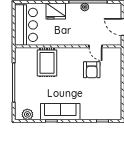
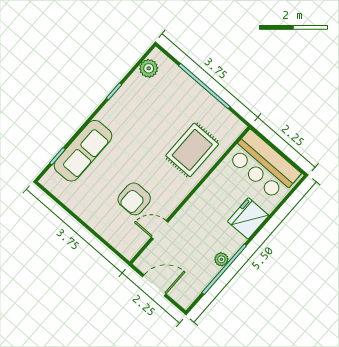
rug: (47, 63) -> (192, 150), turned 90
armchair: (92, 70) -> (134, 199), turned -90
sofa: (60, 112) -> (83, 151), moved

